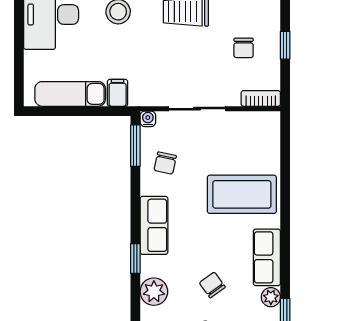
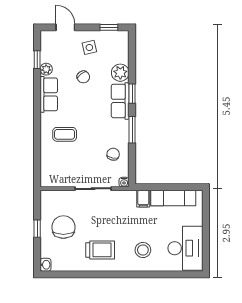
chair: (244, 48) -> (63, 227), width x1.87, depth x1.87
bookcase: (261, 98) -> (53, 195), removed
window: (135, 146) -> (132, 130), moved
coffee table: (242, 194) -> (65, 134), width x0.54, depth x0.58
row of seats: (154, 225) -> (120, 101), moved

